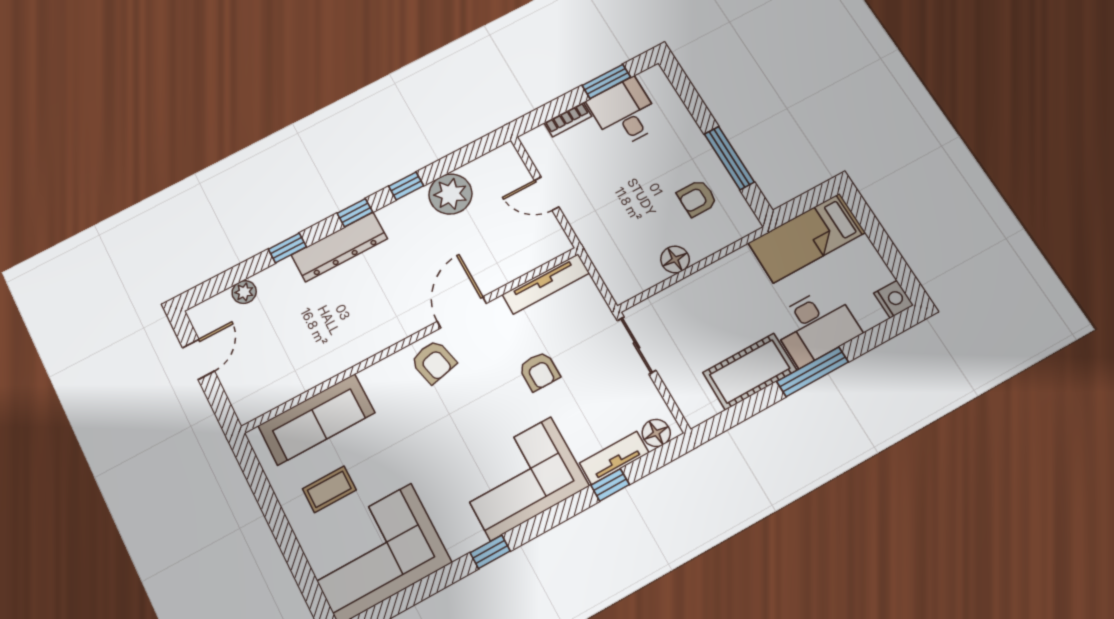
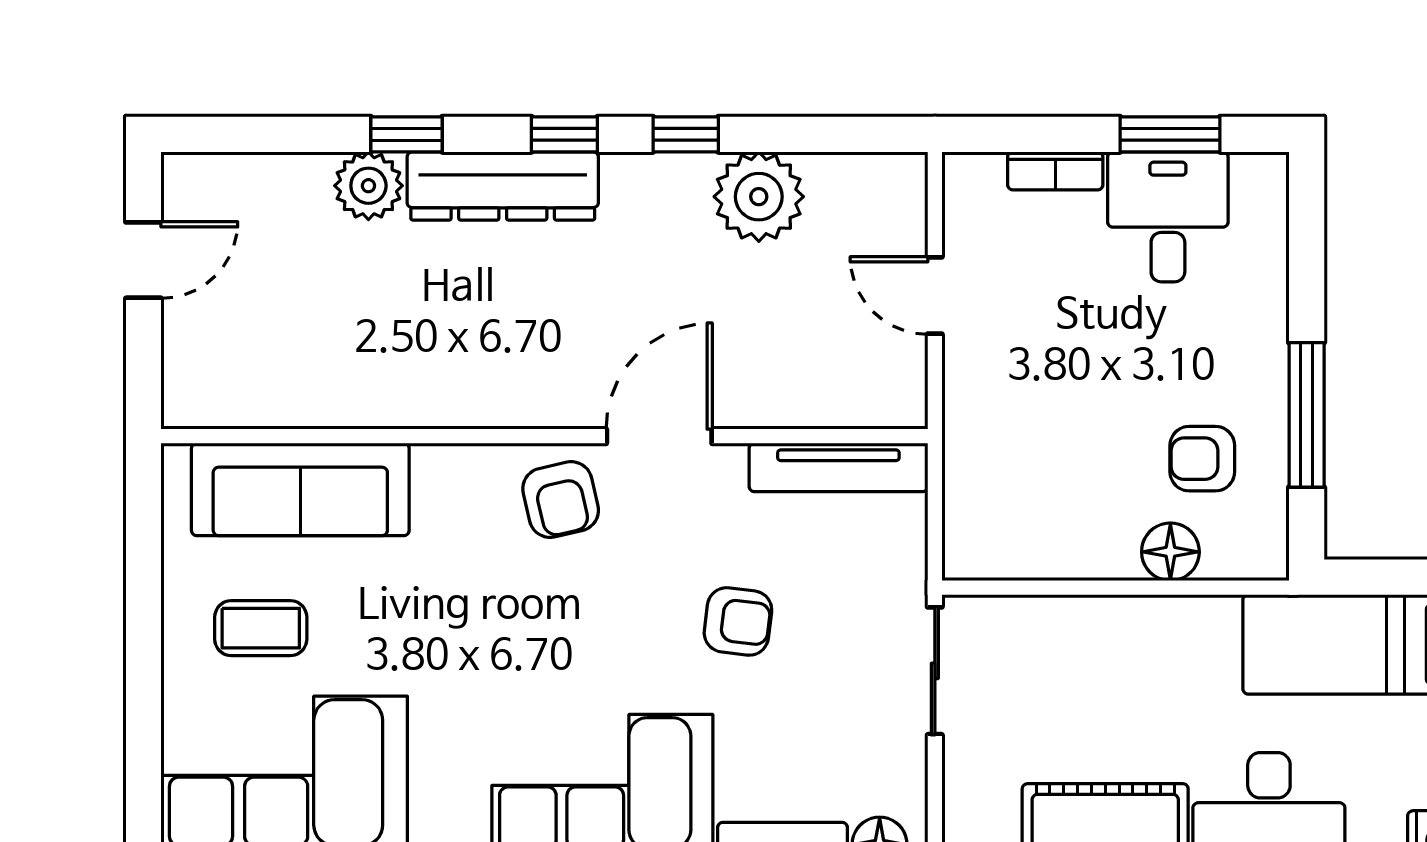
floor lamp: (675, 259) -> (1170, 552), moved
plant: (244, 292) -> (368, 186), moved, width x1.38, depth x1.38
armchair: (539, 371) -> (738, 621), turned -83

